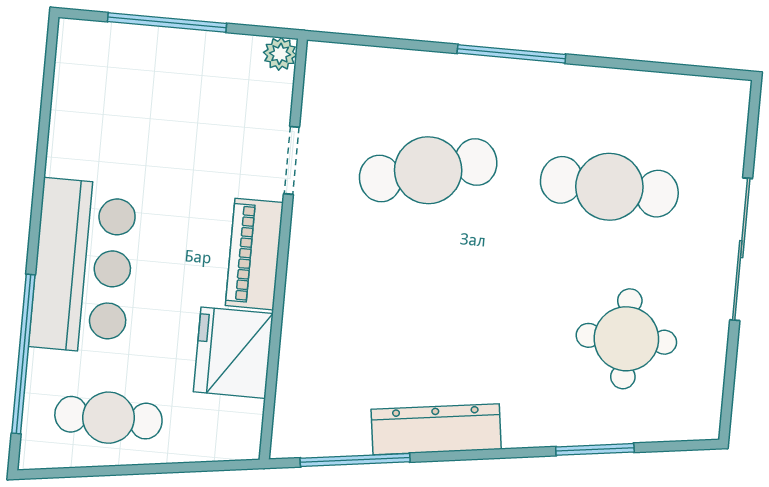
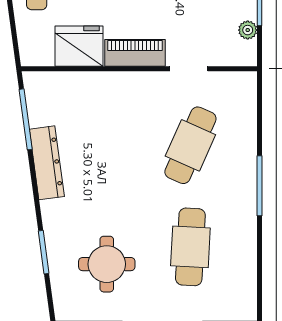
plant: (280, 54) -> (248, 30), moved
cafe table: (428, 170) -> (190, 145), turned 39

